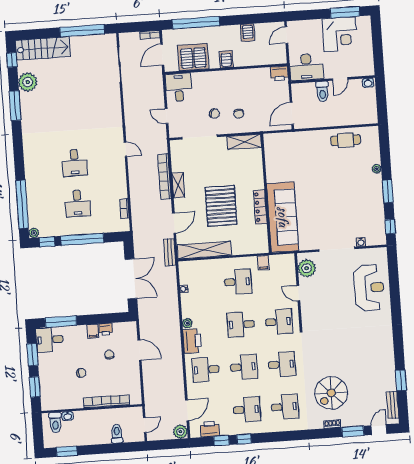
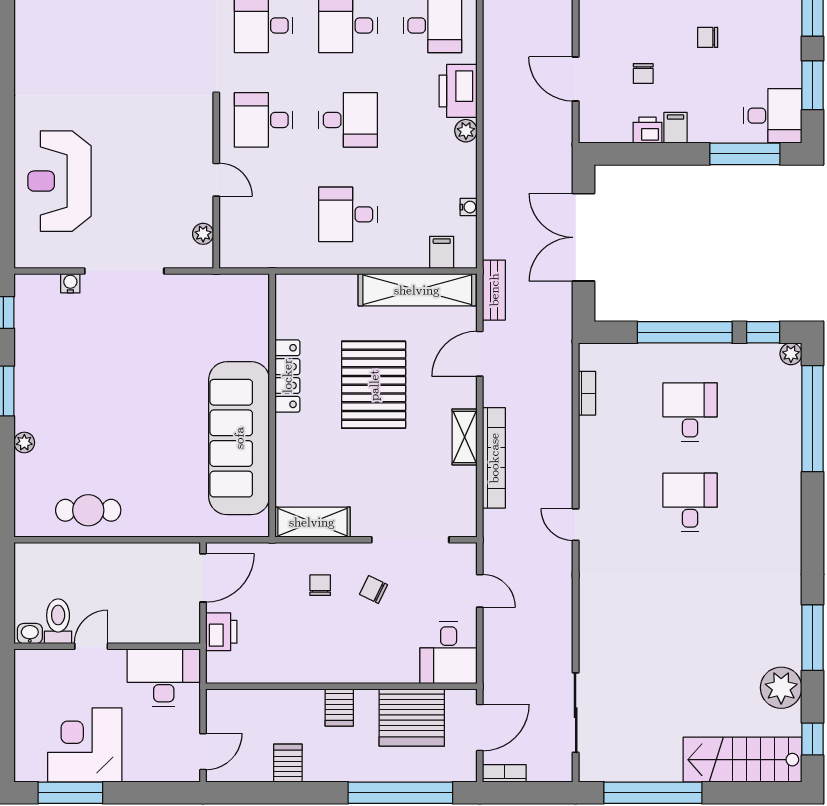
printer: (279, 73) -> (221, 632), moved, turned 90
toilet: (322, 92) -> (58, 621), moved
sofa: (283, 217) -> (239, 438), moved
filing cabinet: (263, 263) -> (442, 252), moved
plant: (307, 268) -> (203, 234), width x0.53, depth x0.53

